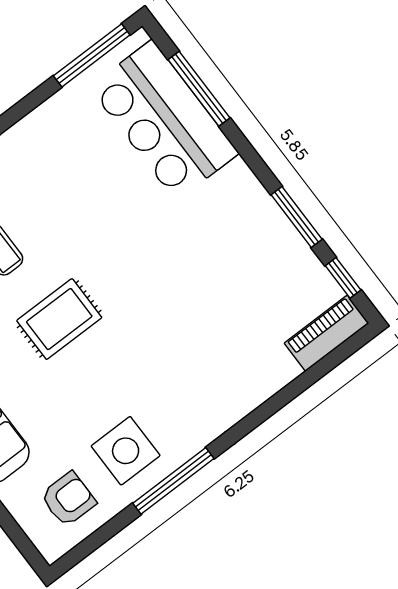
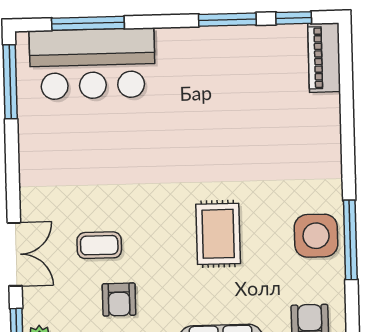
rug: (59, 319) -> (218, 234), moved
side table: (126, 451) -> (316, 236), moved

